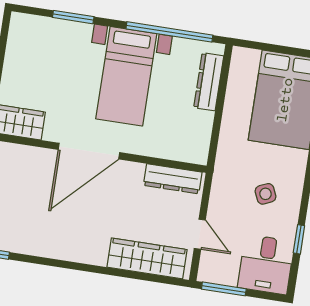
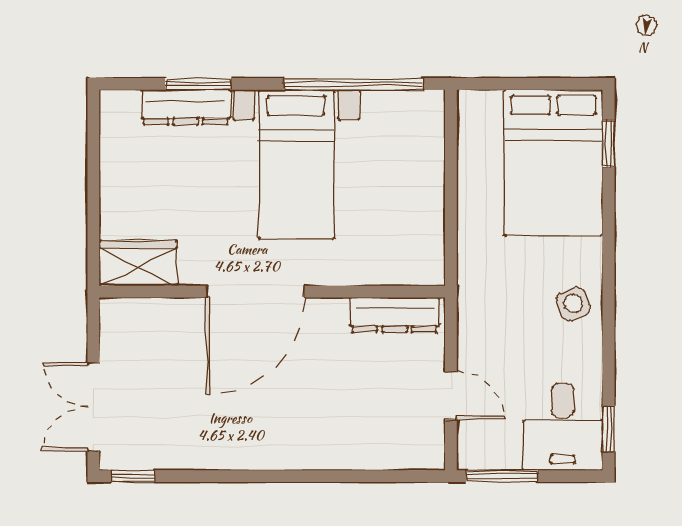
dresser: (209, 82) -> (186, 107), moved, turned -90
side table: (265, 194) -> (573, 304), moved
window: (299, 239) -> (608, 429), moved
wardrobe: (147, 258) -> (374, 447), removed

